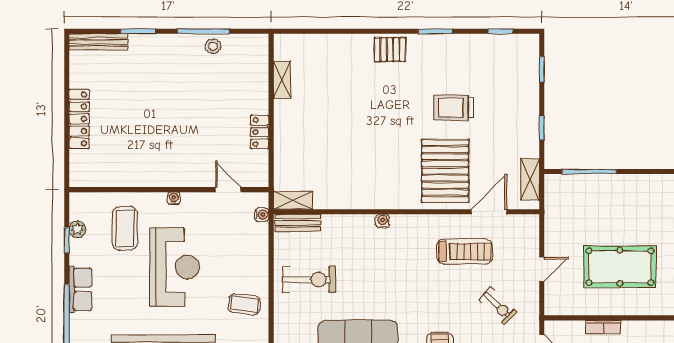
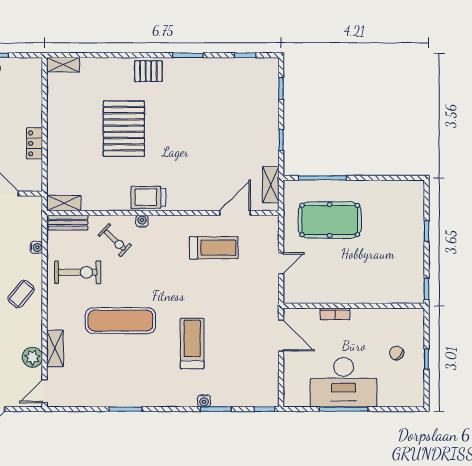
shelving: (282, 80) -> (63, 65), moved, turned 90
trolley: (454, 108) -> (148, 197), moved
pallet: (445, 171) -> (124, 129), moved
water cooler: (262, 215) -> (36, 247), moved
pool table: (620, 267) -> (330, 220), moved
coffee table: (244, 304) -> (21, 294), turned -57
exercise bike: (498, 306) -> (115, 240), moved

